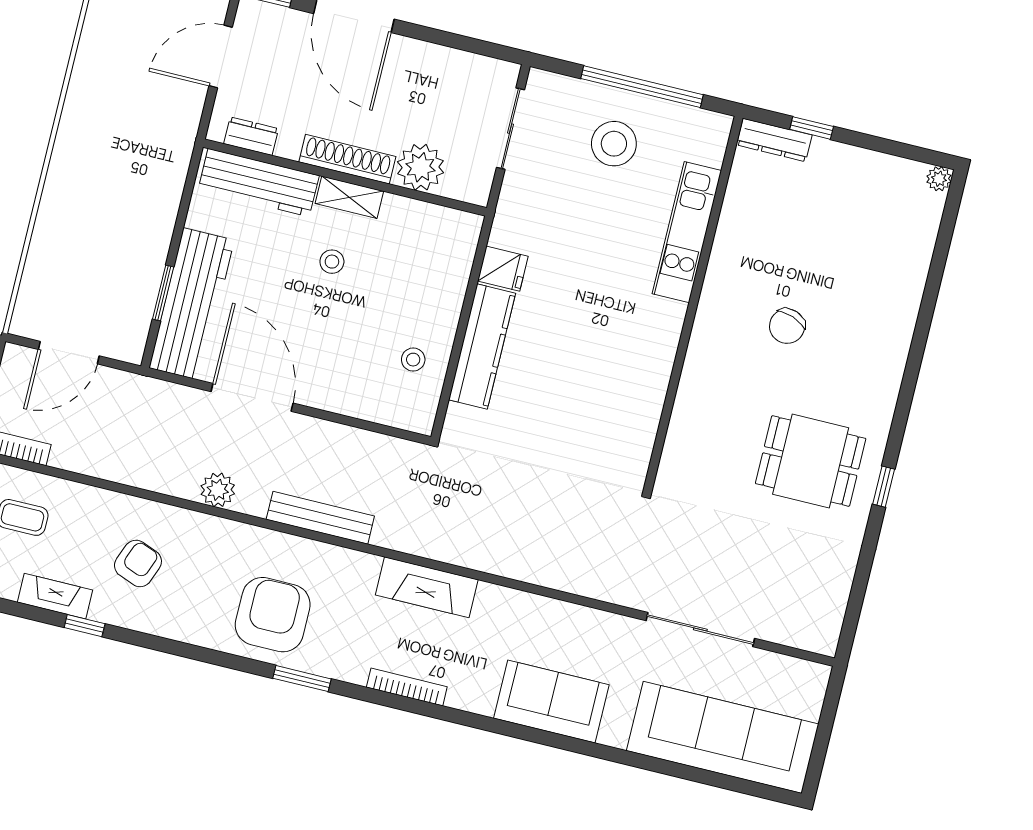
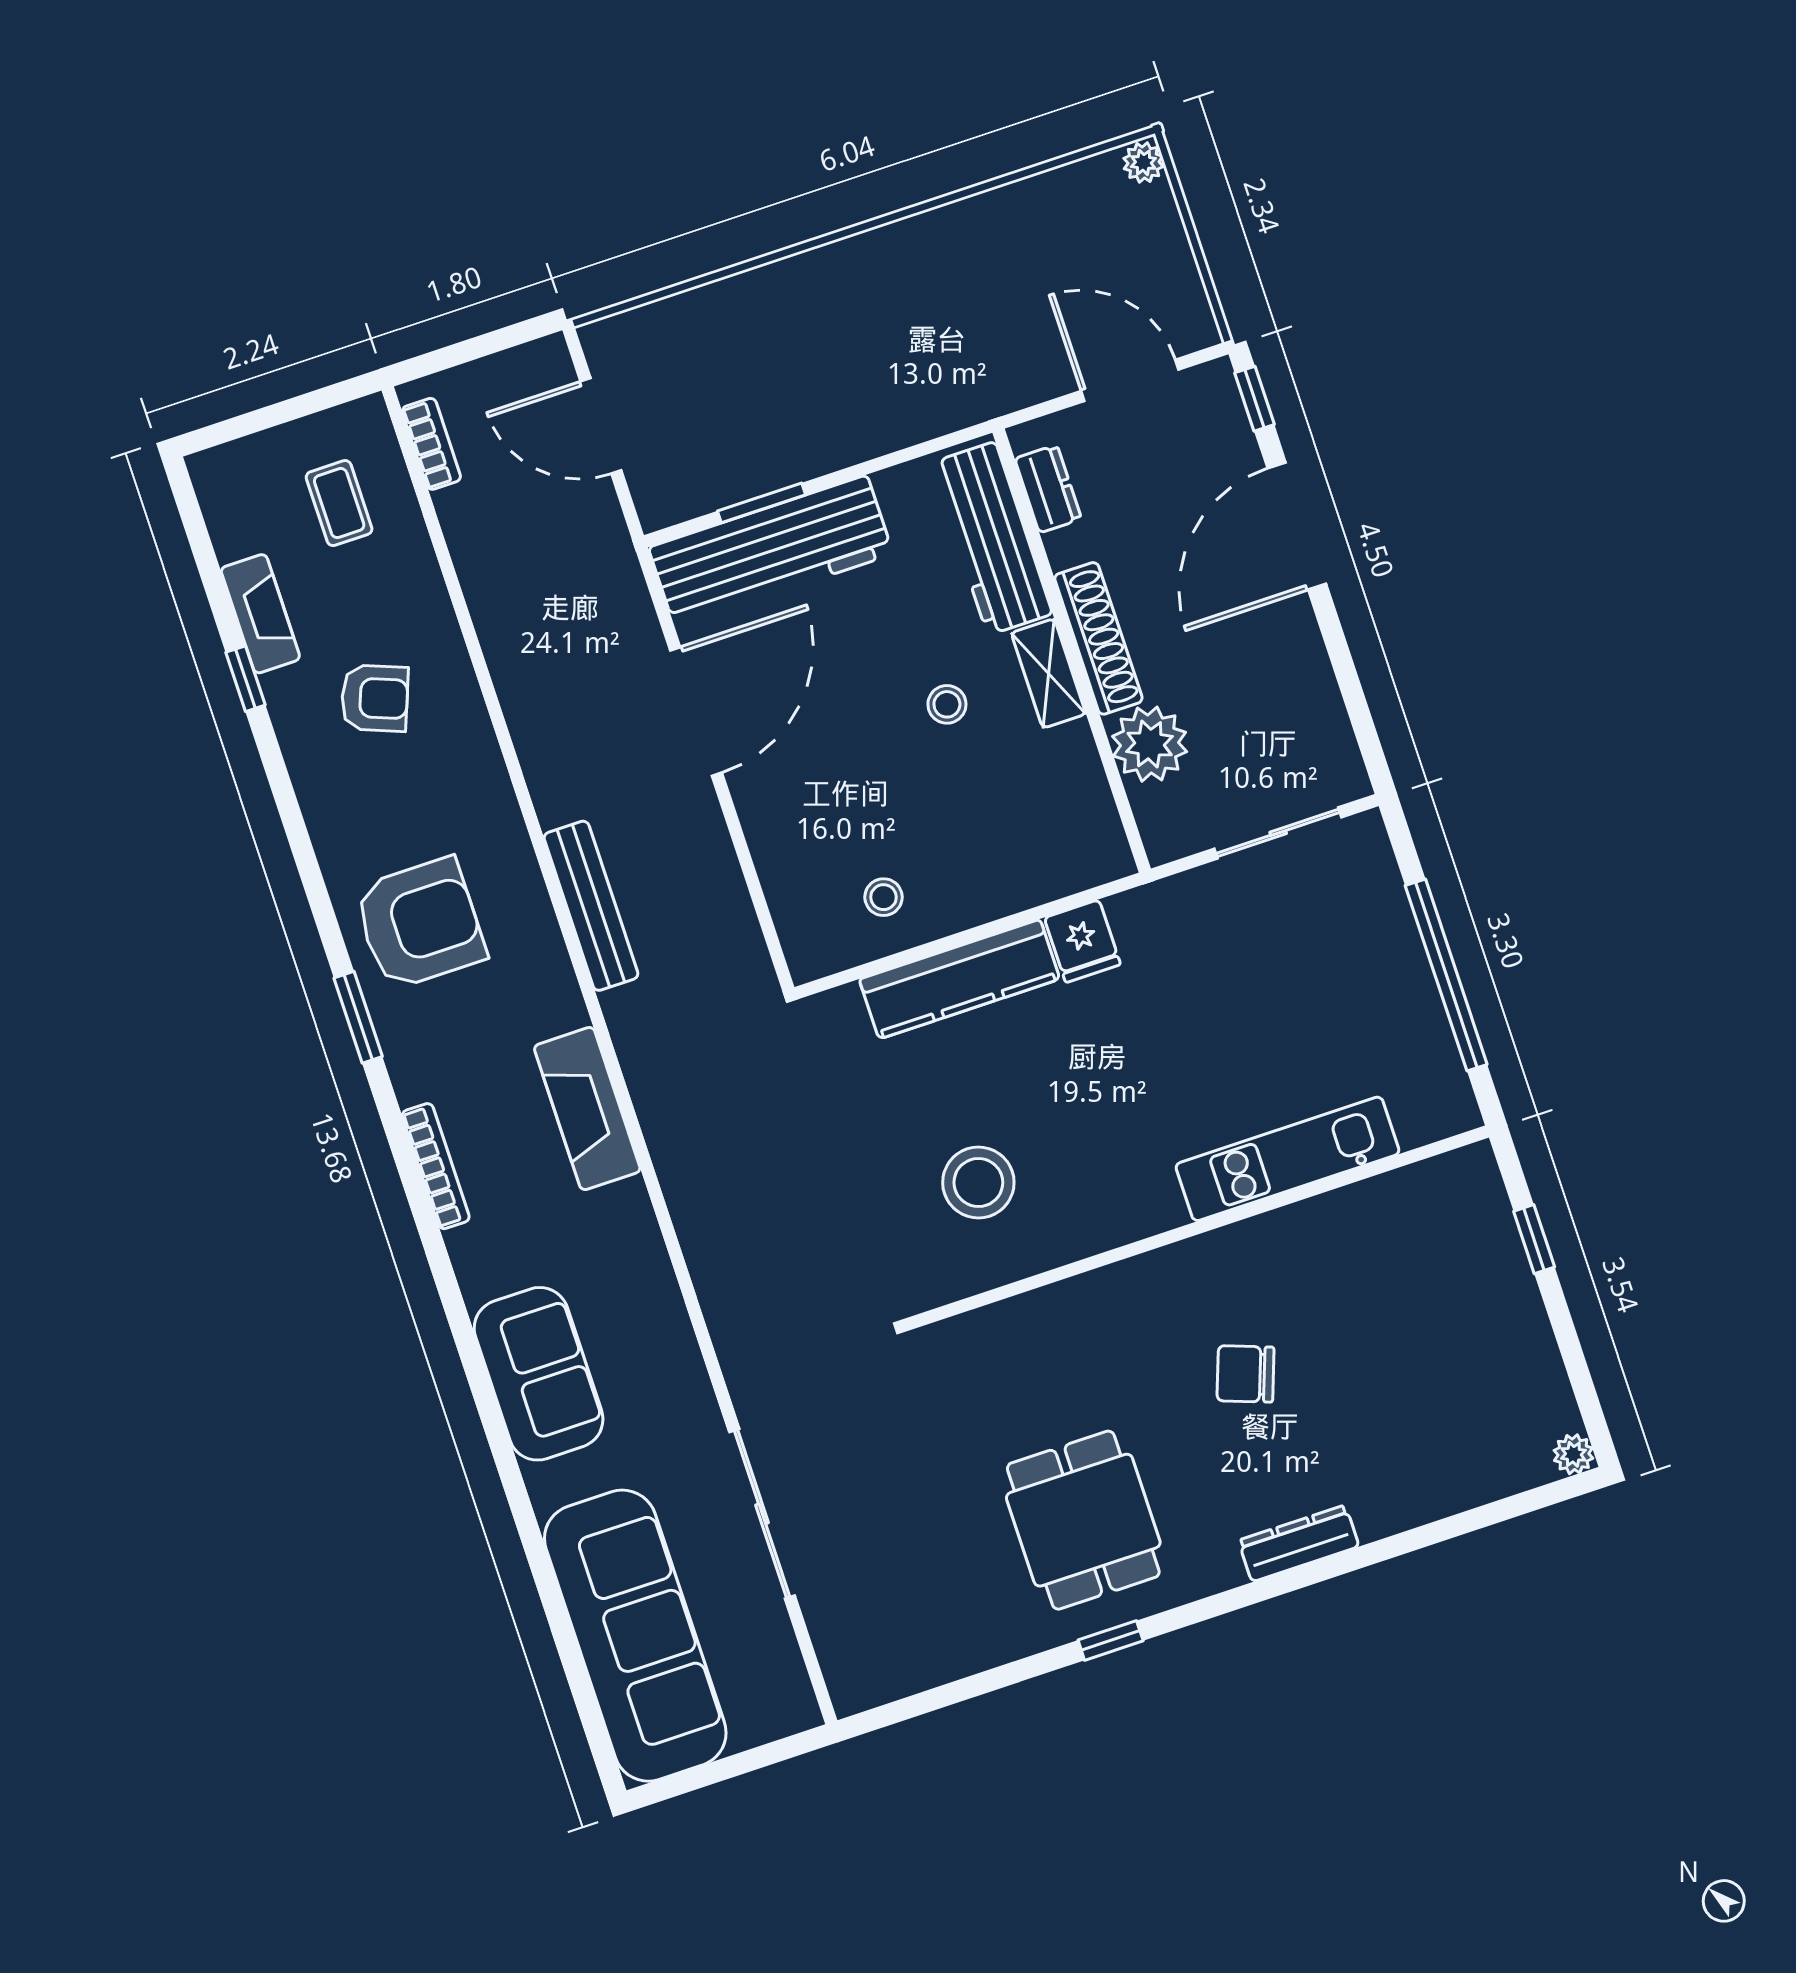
dresser: (774, 140) -> (1299, 1543), moved, turned 90
stool: (614, 144) -> (978, 1183), moved
plant: (218, 490) -> (542, 744), removed

